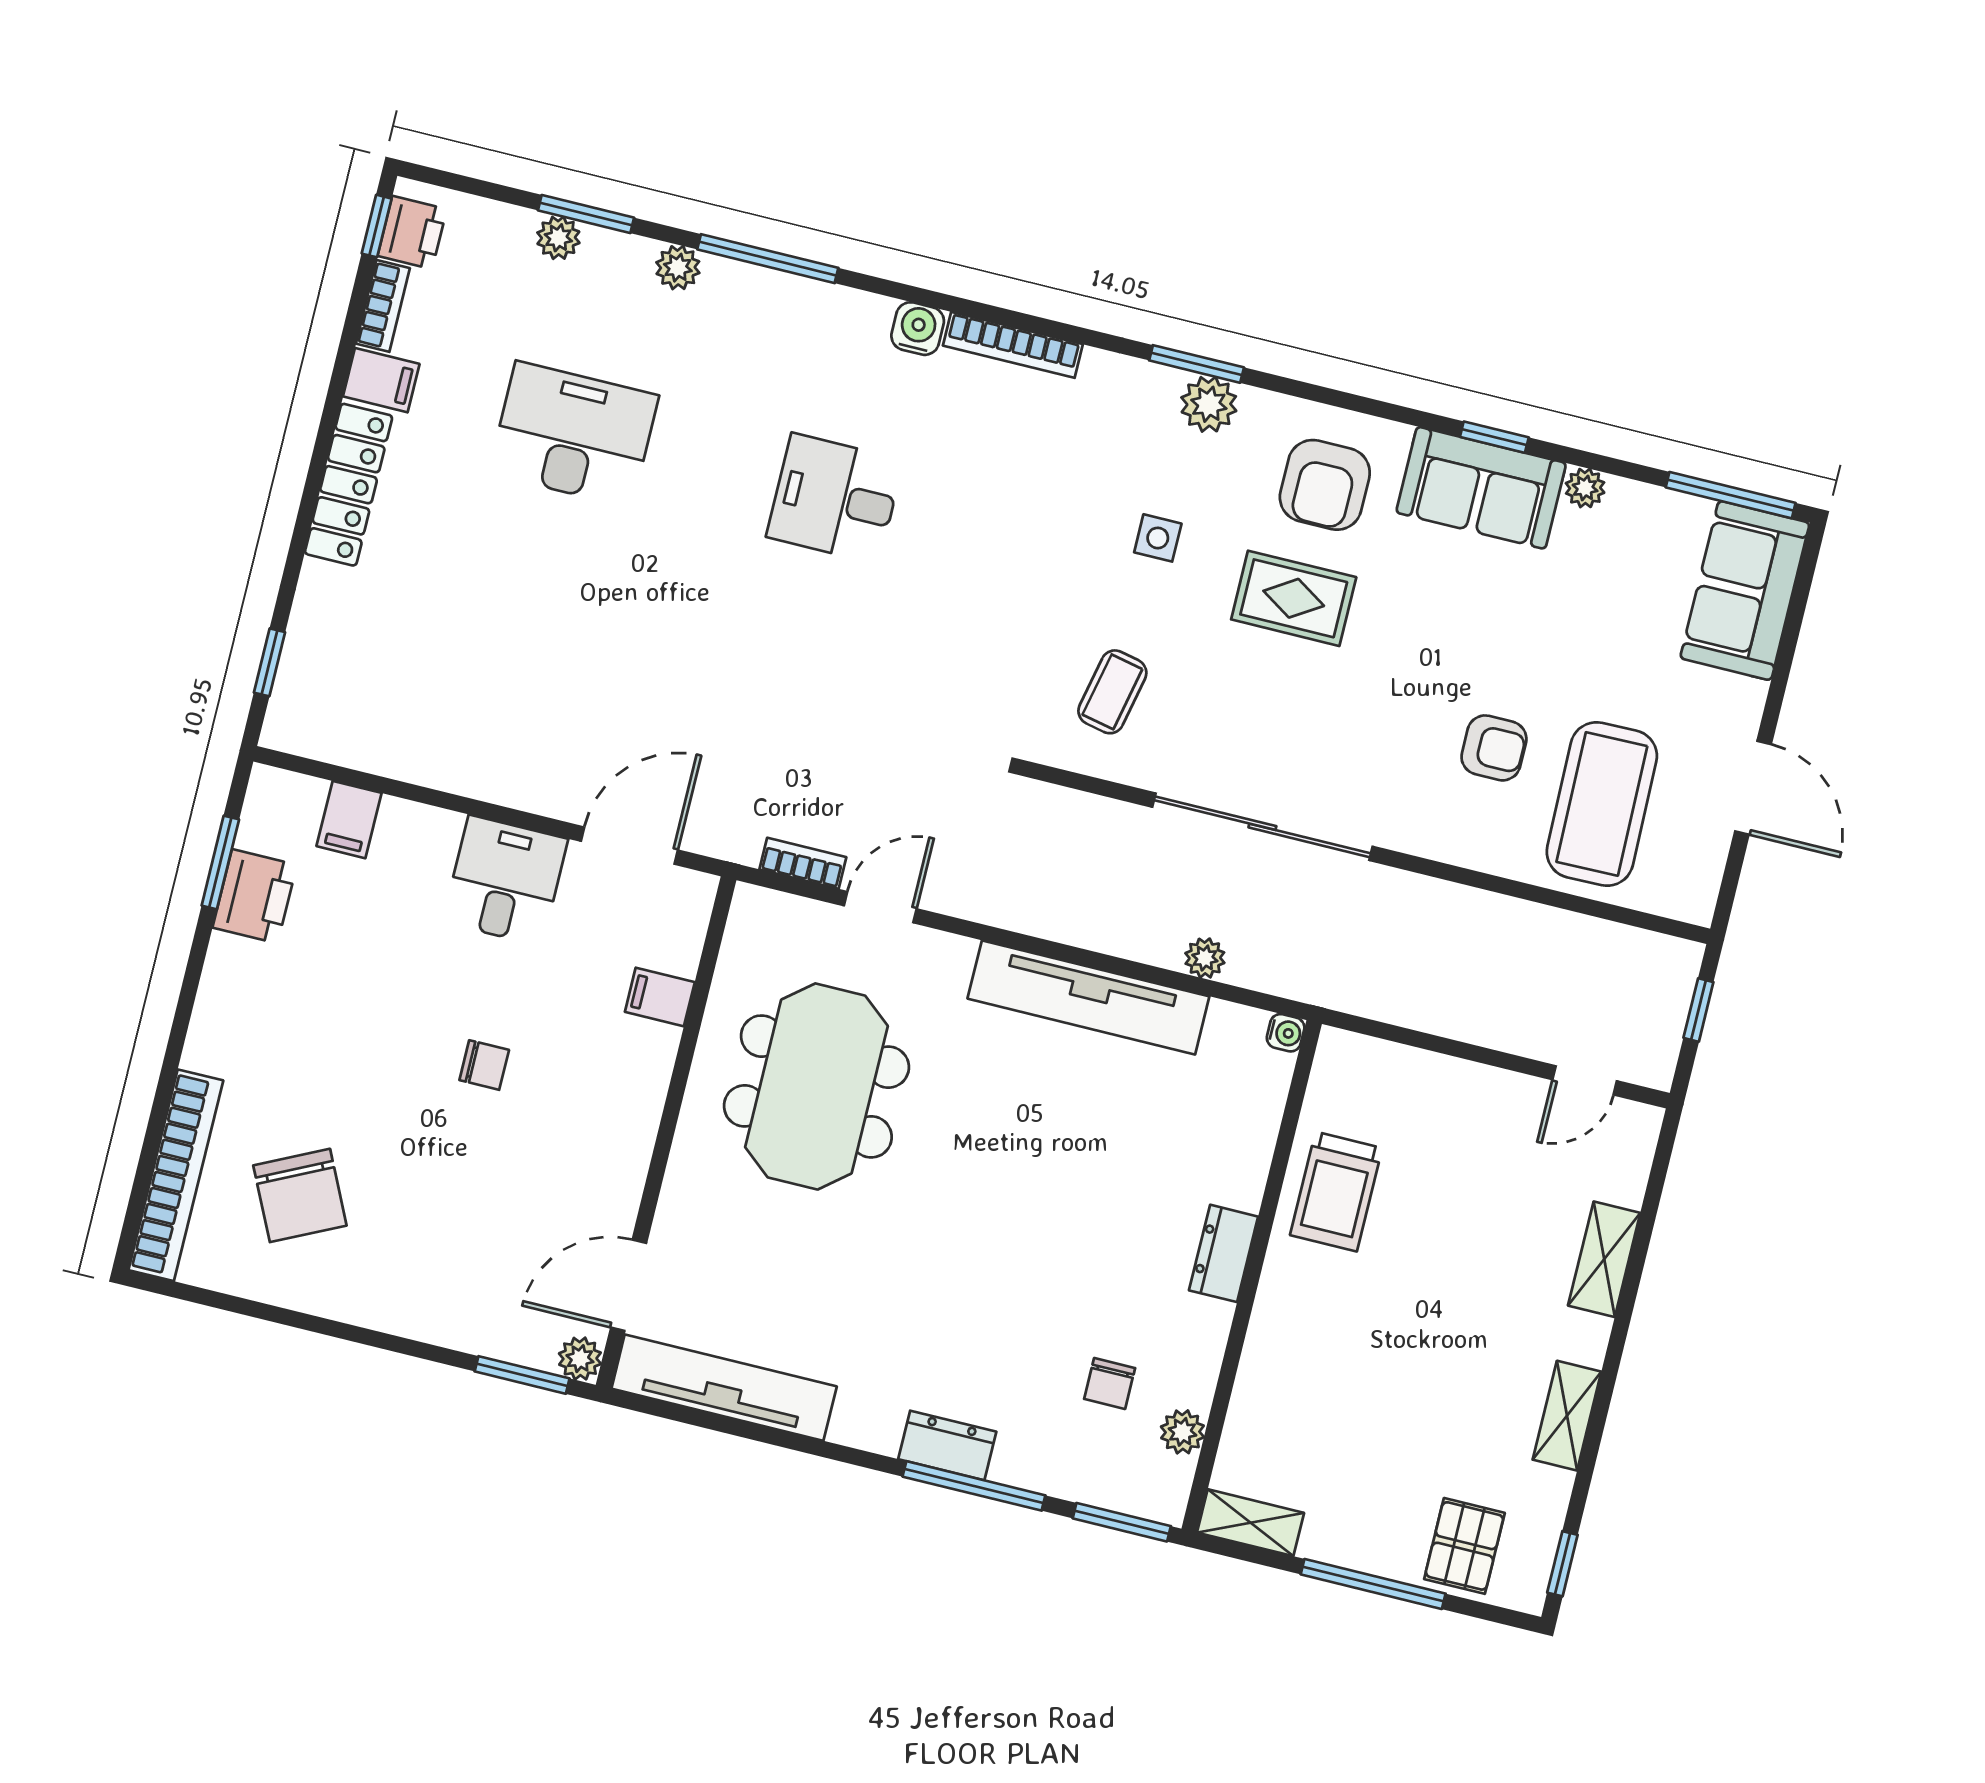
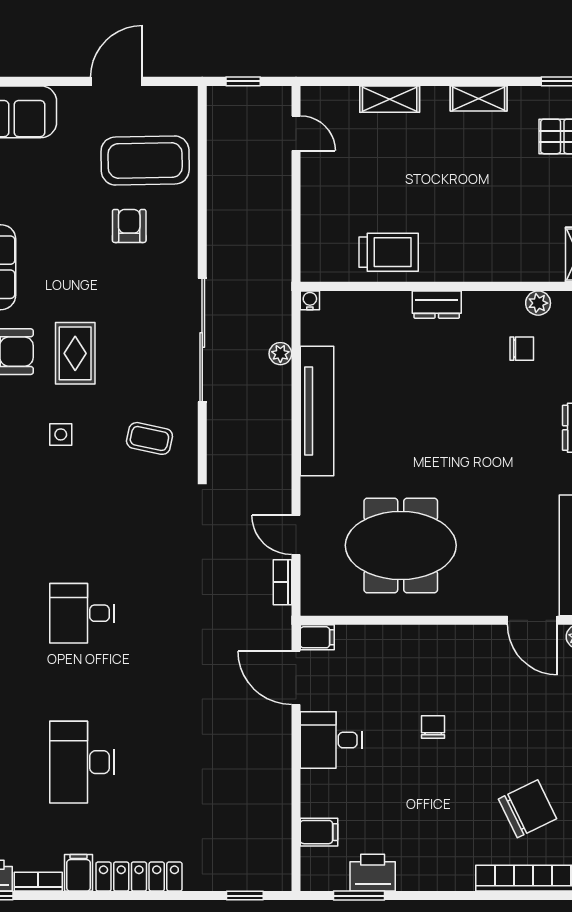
desk: (835, 498) -> (82, 613), turned 90
filing cabinet: (660, 997) -> (317, 637), moved, turned -90

